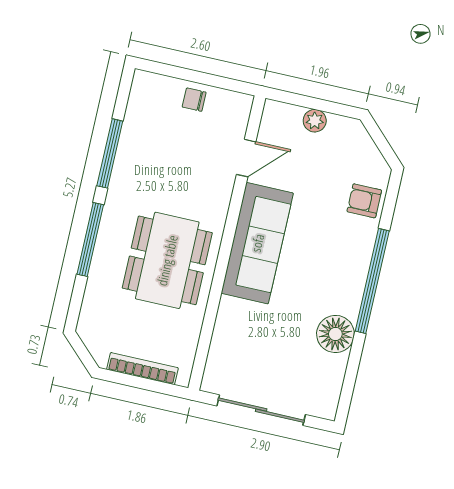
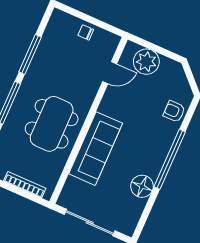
plant: (315, 121) -> (146, 62), width x1.88, depth x1.88
sofa: (257, 243) -> (96, 149), moved

